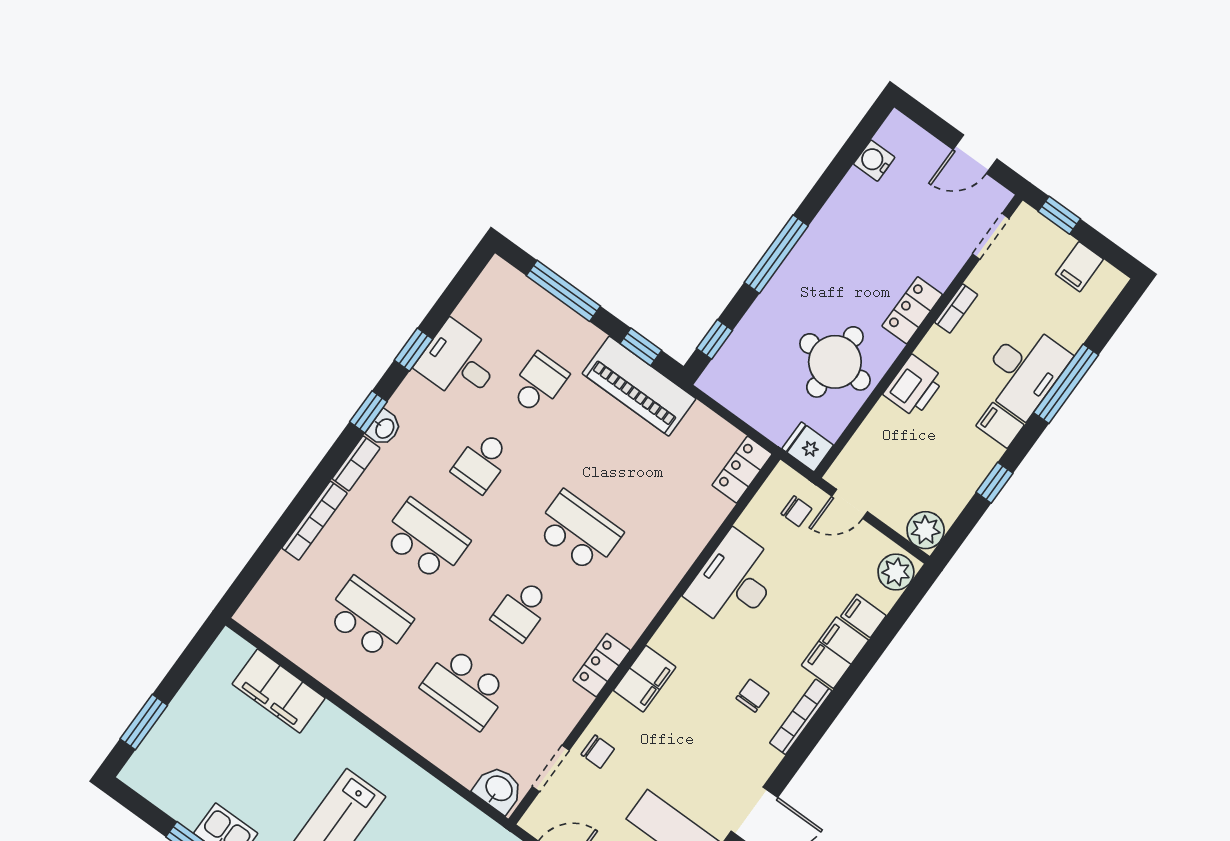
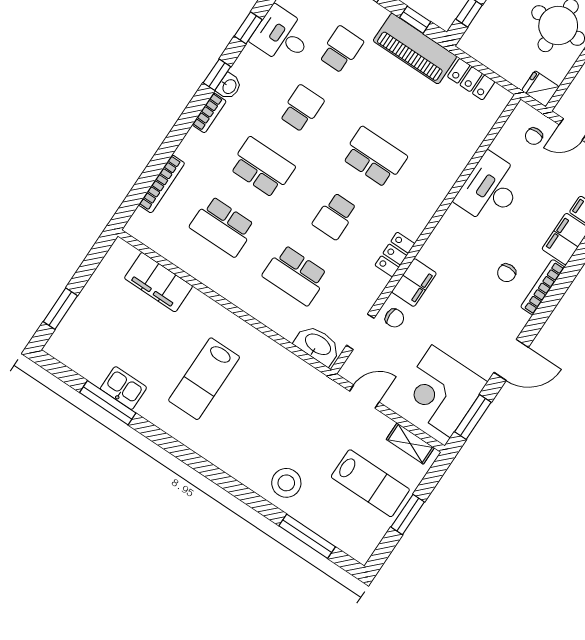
school desk: (482, 462) -> (302, 108), turned 180
locker: (742, 470) -> (471, 79), moved, turned -90
chair: (796, 511) -> (534, 136), turned 90
bookcase: (315, 521) -> (162, 184), moved
school desk: (369, 618) -> (223, 226), turned 180
filing cabinet: (645, 679) -> (414, 283), moved
chair: (753, 696) -> (507, 273), turned 180
washbasin: (498, 789) -> (318, 345), width x1.38

